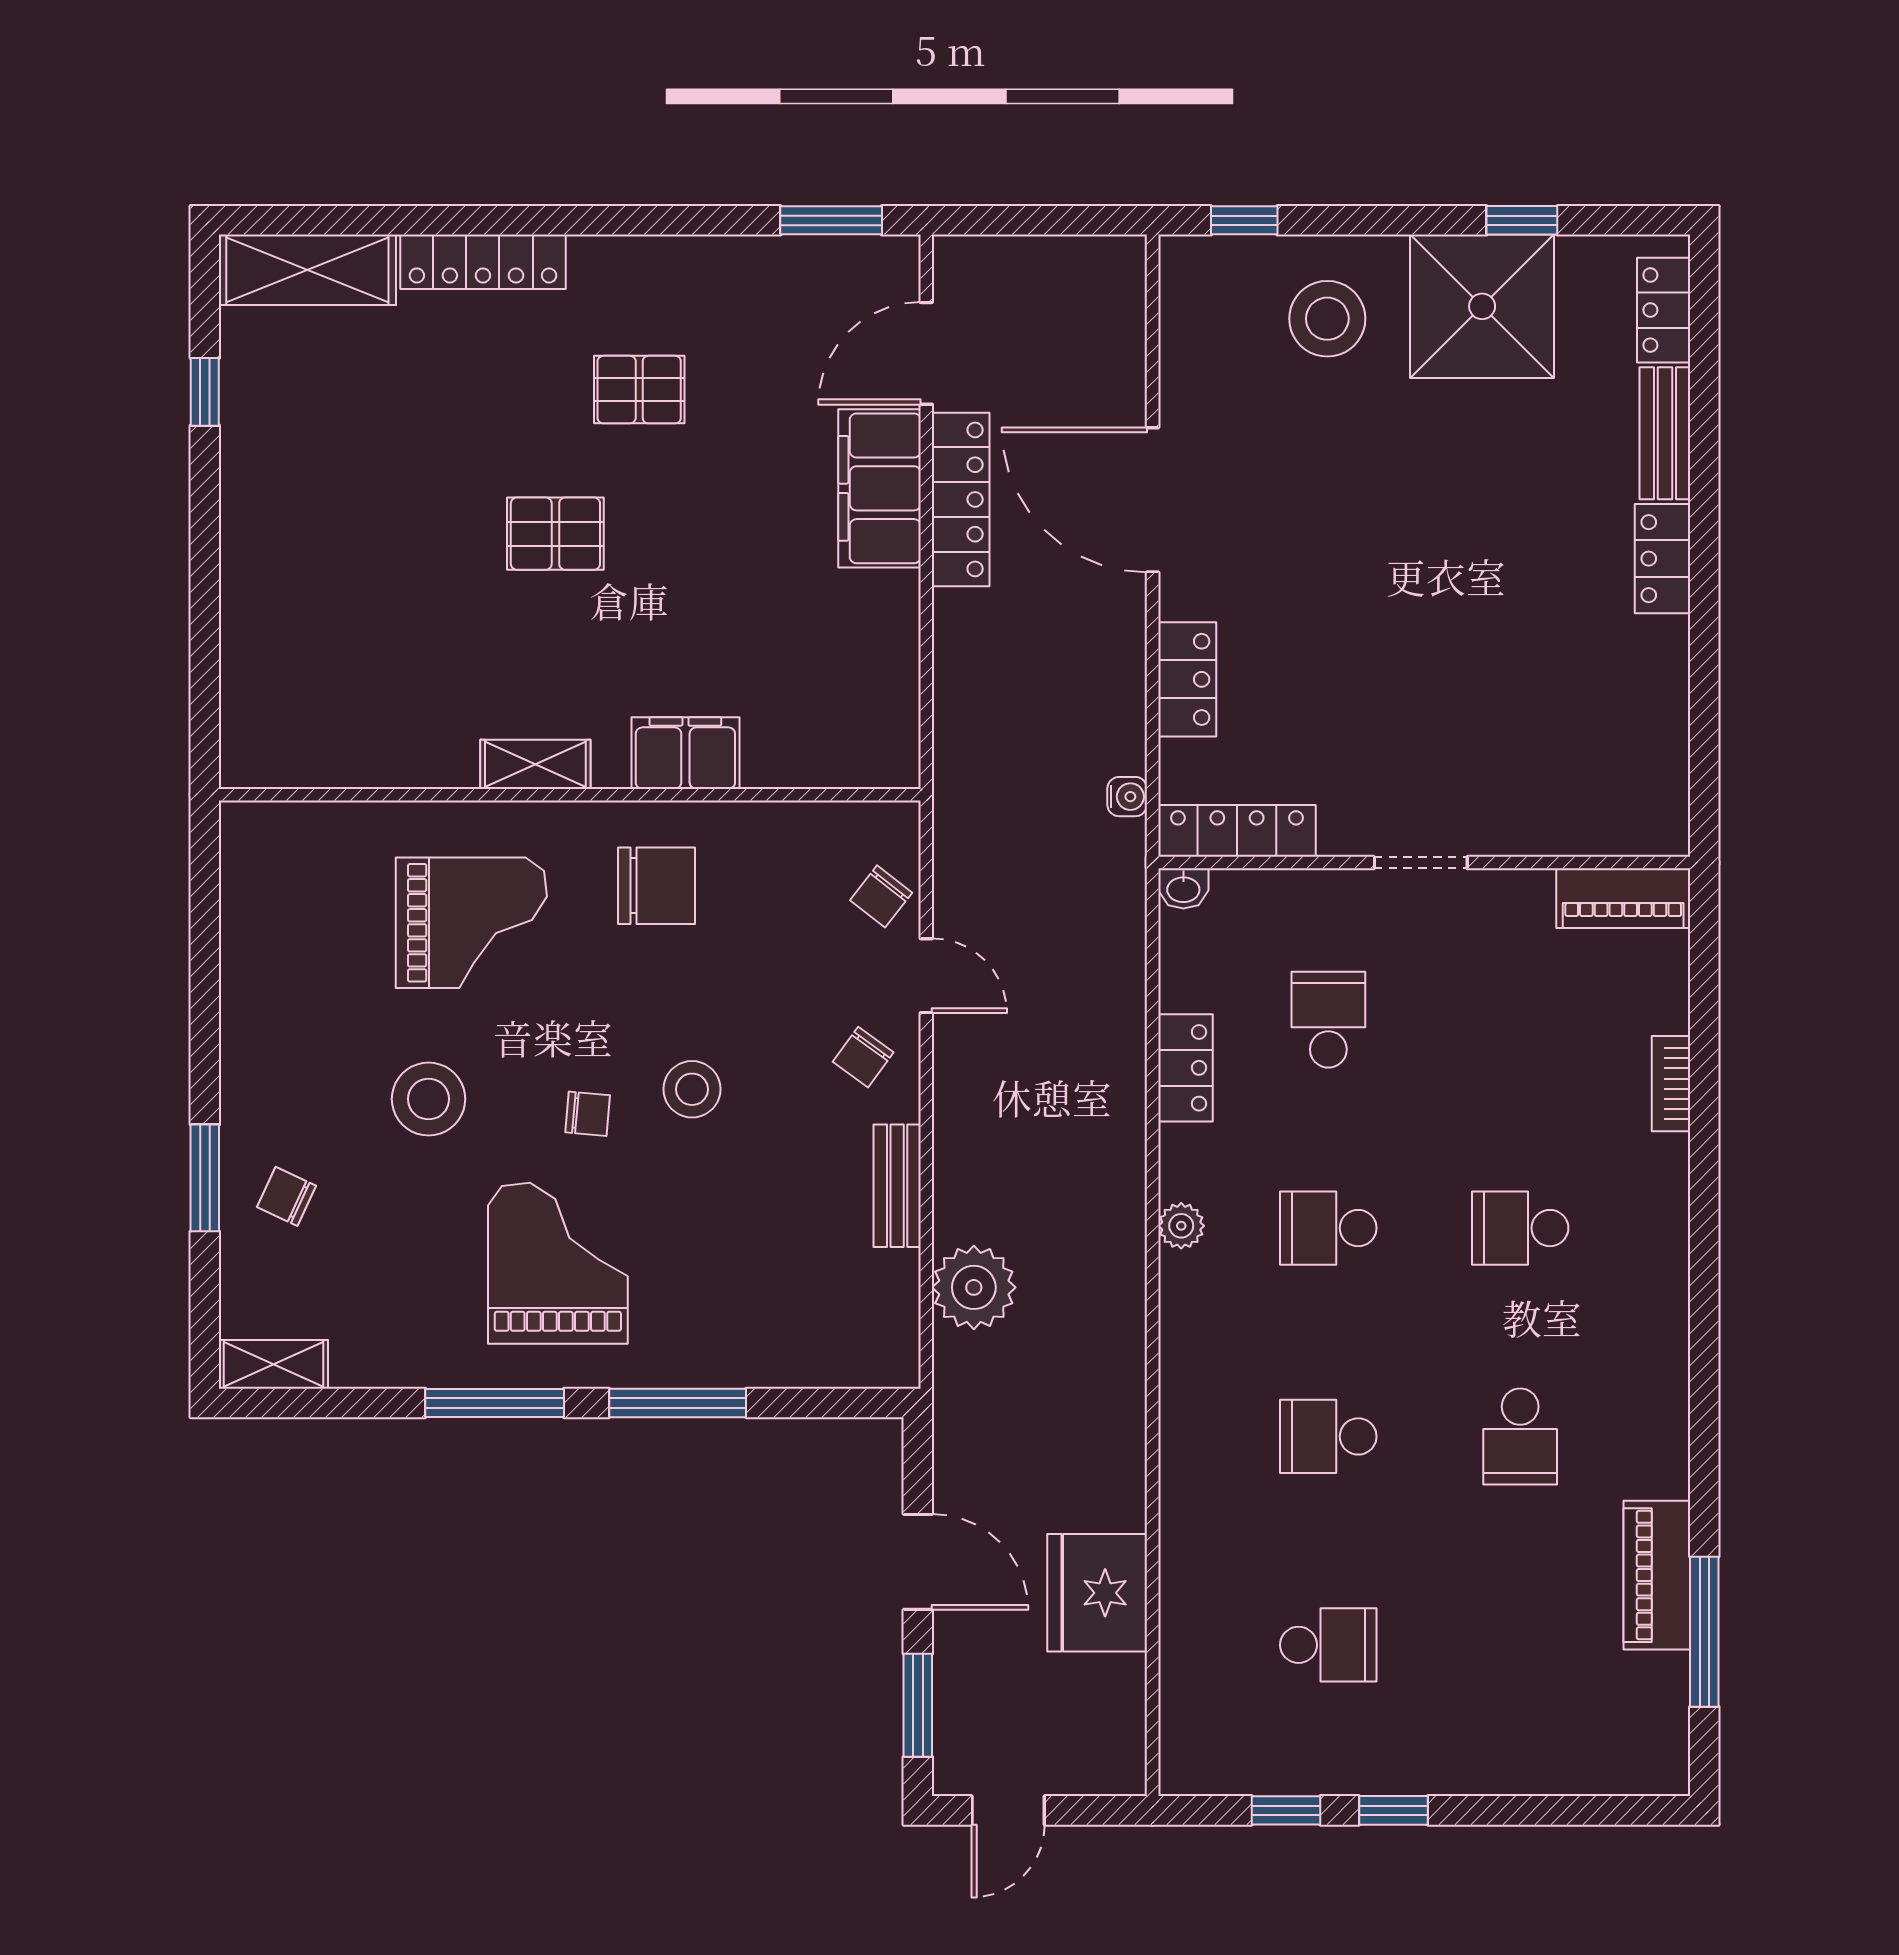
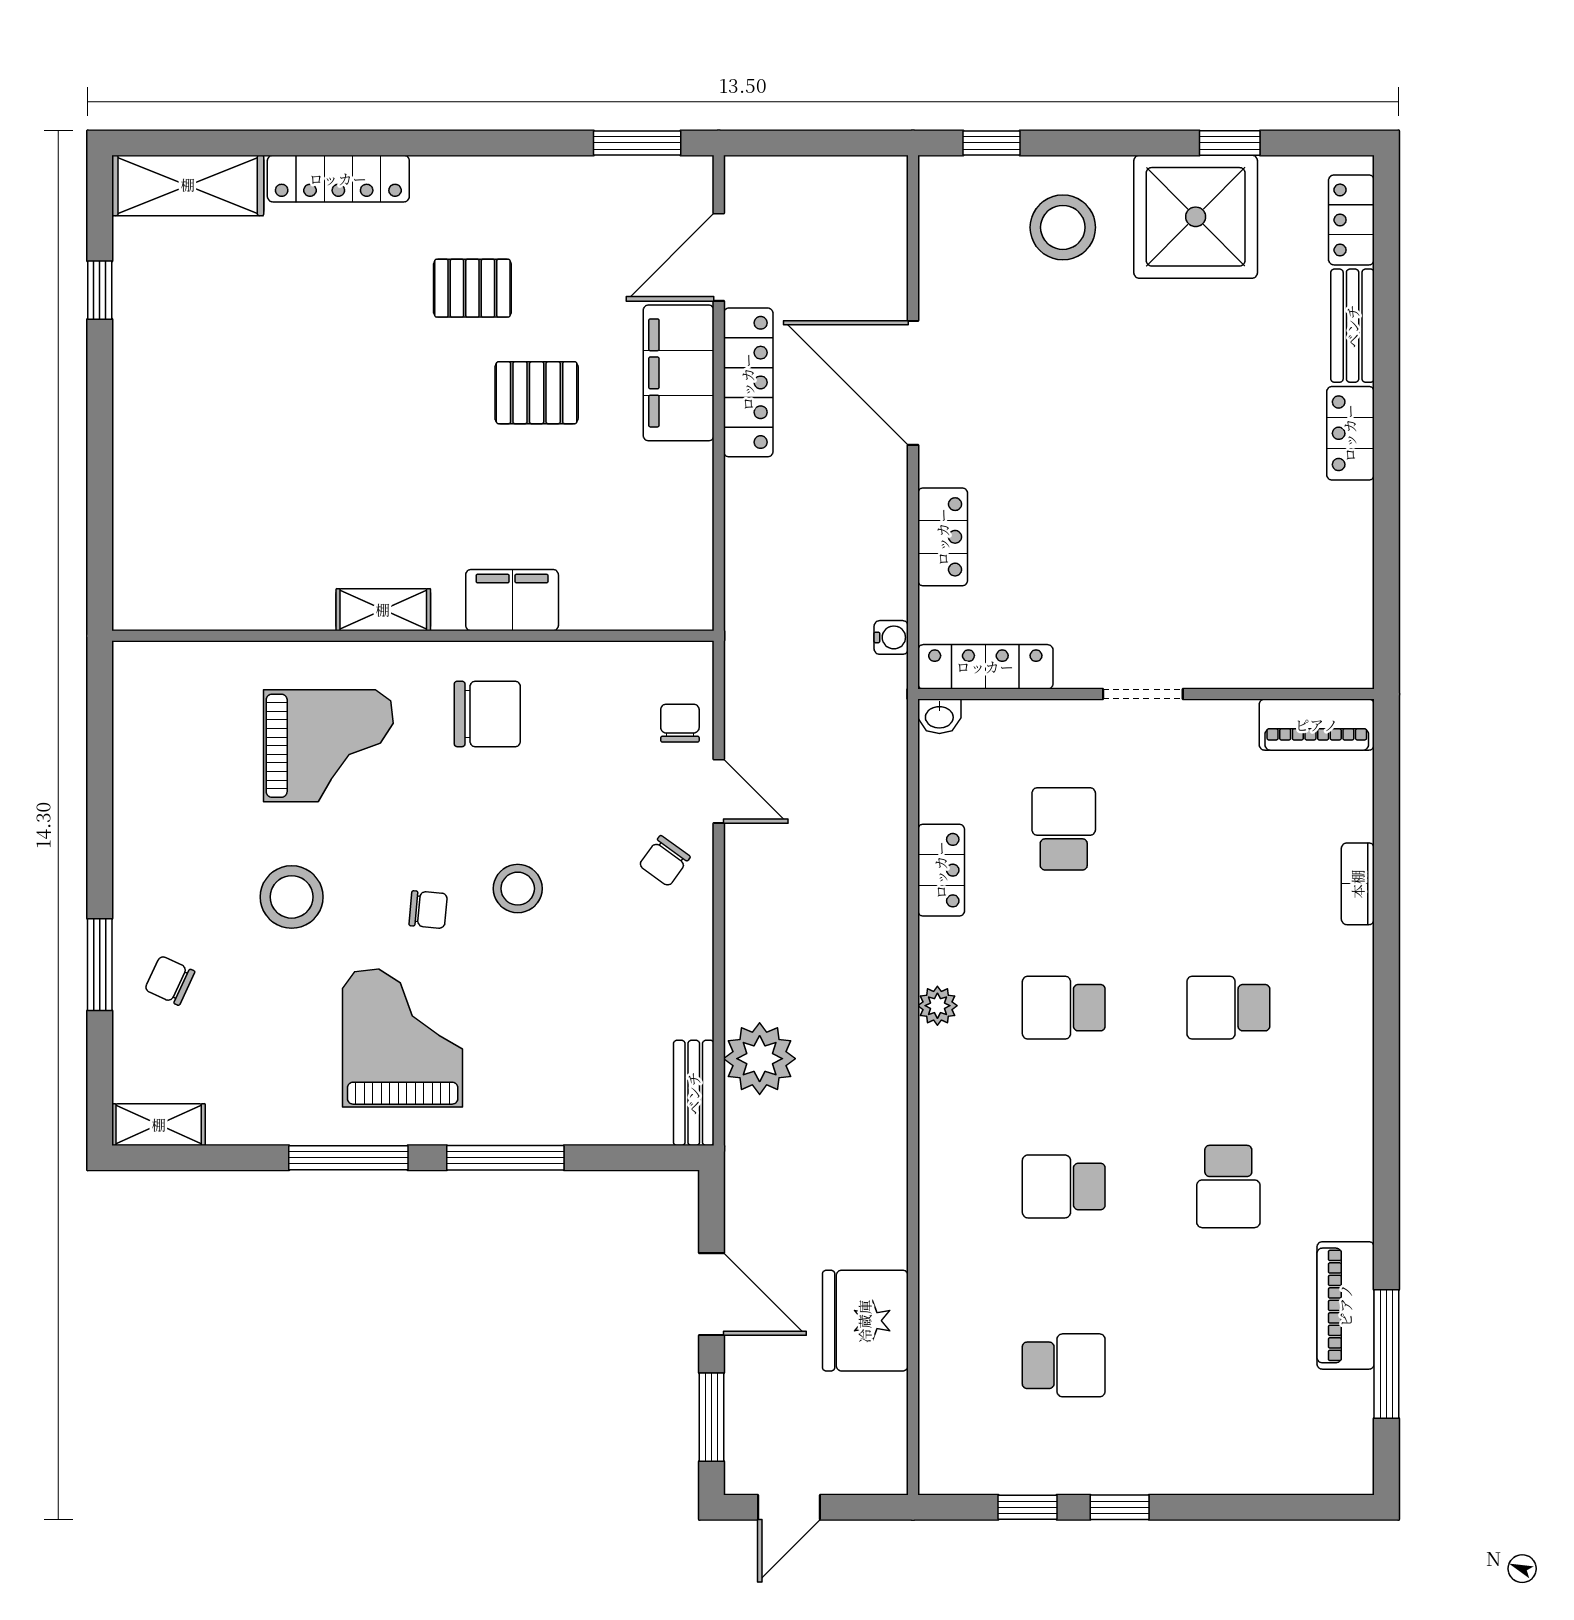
pallet: (555, 534) -> (537, 393), moved
chair: (881, 896) -> (680, 723), turned 142
bench: (897, 1186) -> (694, 1093), moved

